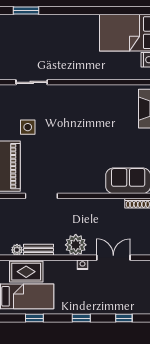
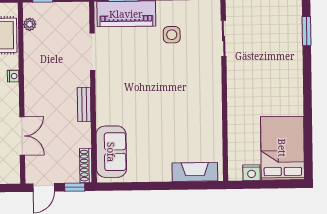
plant: (76, 245) -> (36, 92), removed
bench: (39, 250) -> (84, 104), moved
nightstand: (83, 265) -> (13, 76), moved

